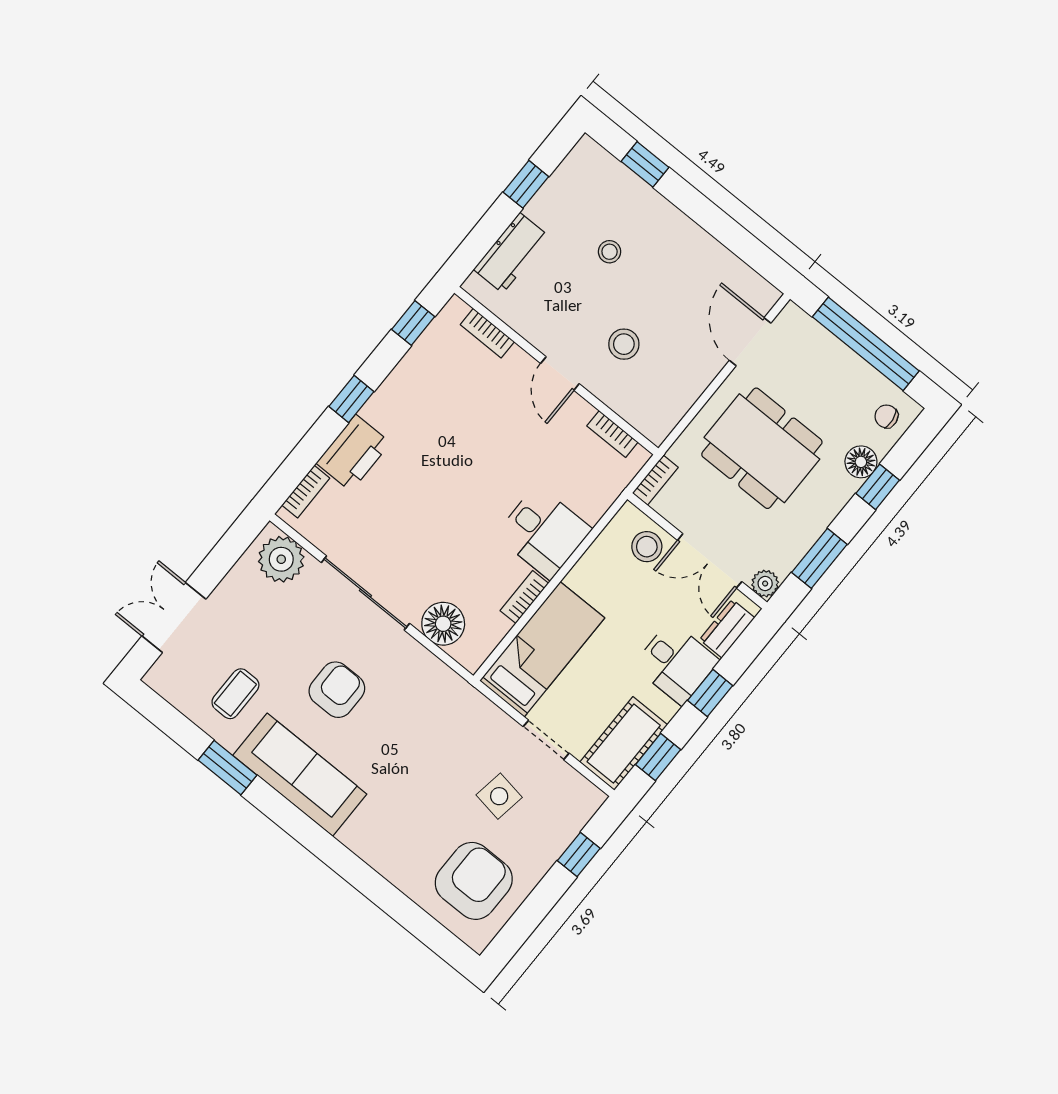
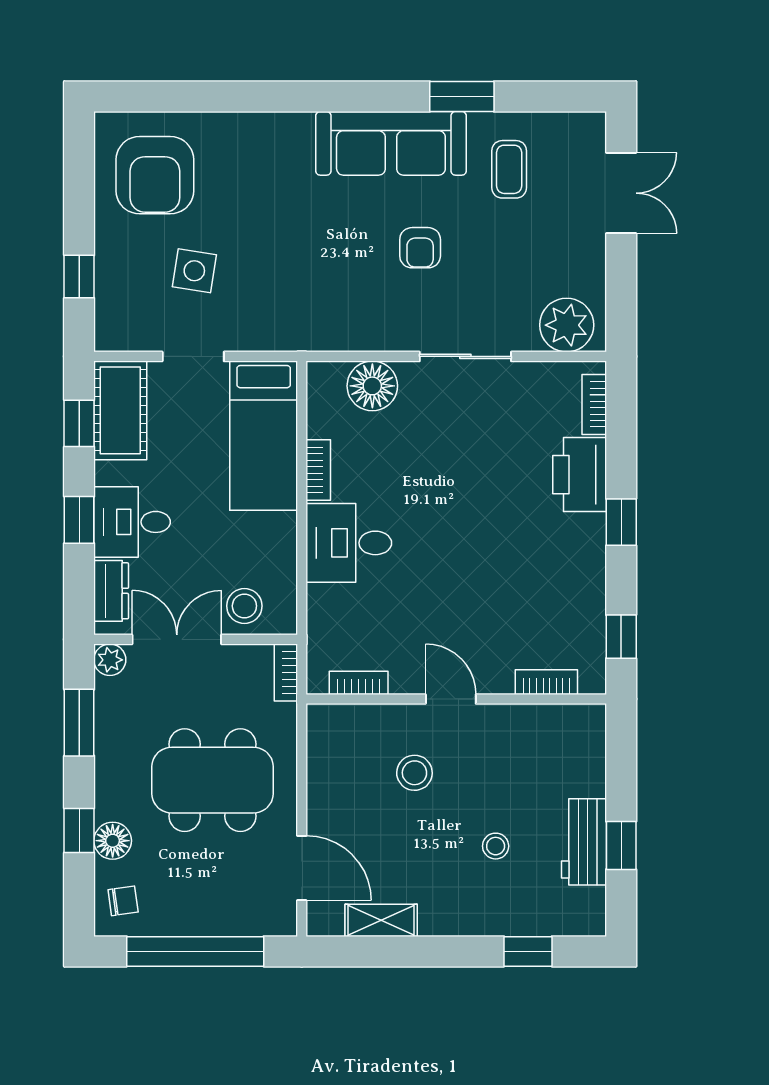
workbench: (511, 253) -> (584, 842), moved
shelving: (726, 264) -> (381, 920), added
sliding door: (365, 593) -> (465, 356), width x0.73
armchair: (337, 690) -> (420, 248), width x0.72, depth x0.72

